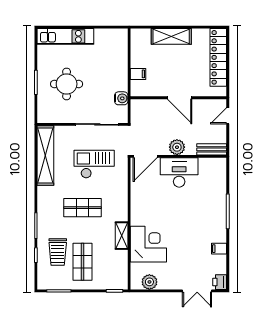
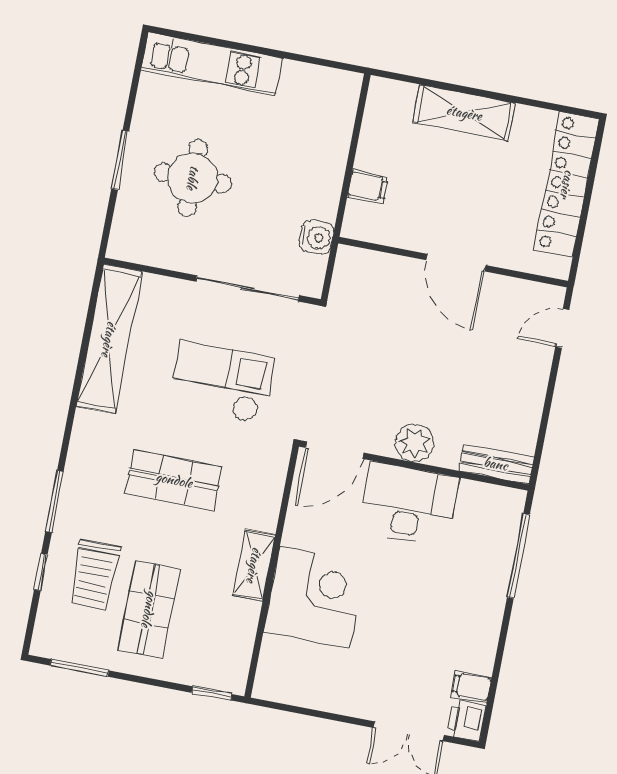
plant: (177, 147) -> (415, 443), moved
bench: (212, 149) -> (496, 464), moved
door: (145, 156) -> (335, 450), moved
wall: (178, 156) -> (414, 465), moved
desk: (179, 172) -> (408, 504), moved
filing cabinet: (219, 249) -> (472, 687), moved
plant: (149, 282) -> (299, 688), removed

